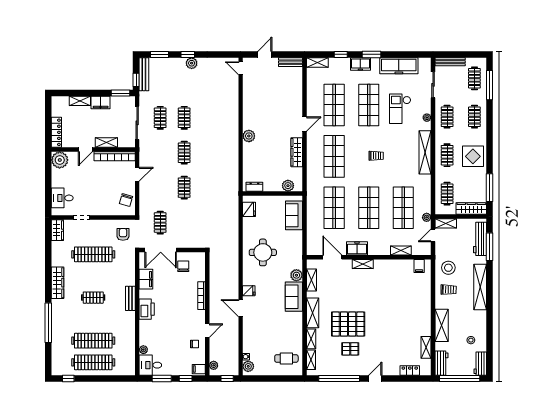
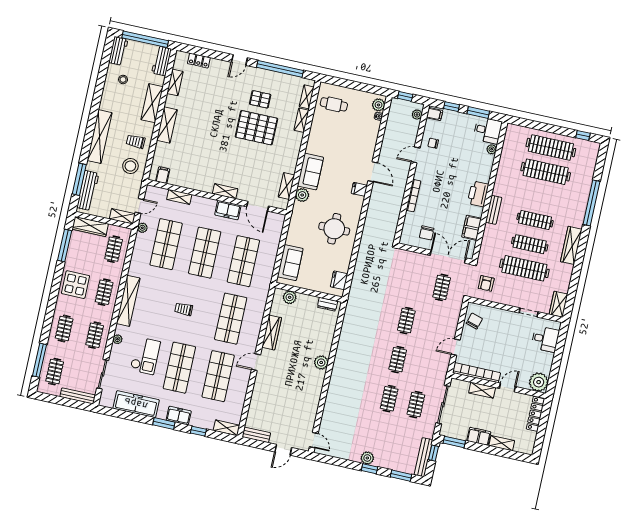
clothes rail: (93, 276) -> (530, 244), added
clothes rail: (93, 298) -> (535, 220), width x1.36
shelving: (313, 313) -> (167, 125), moved

